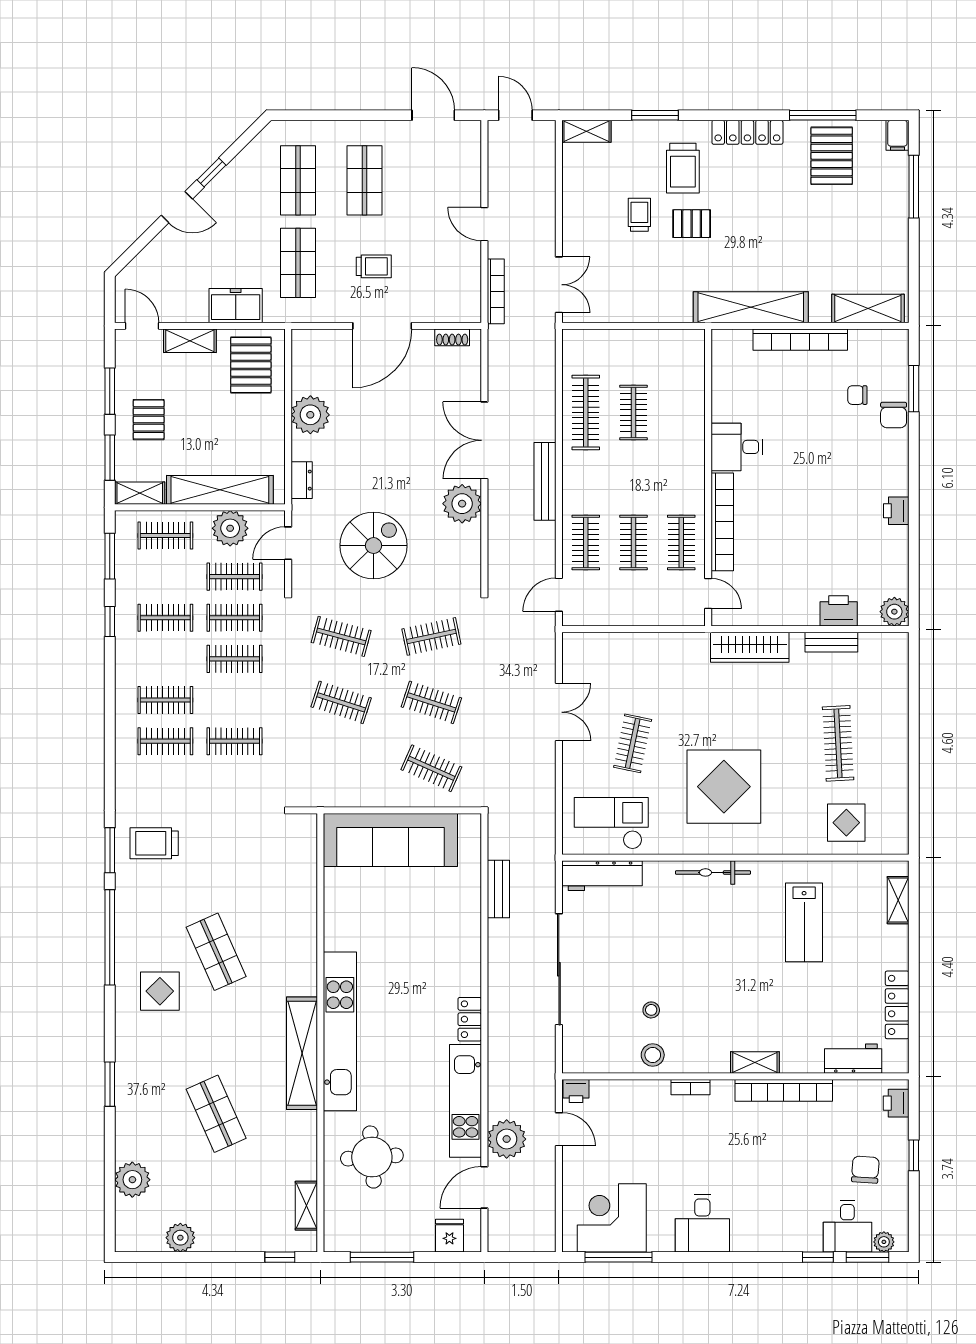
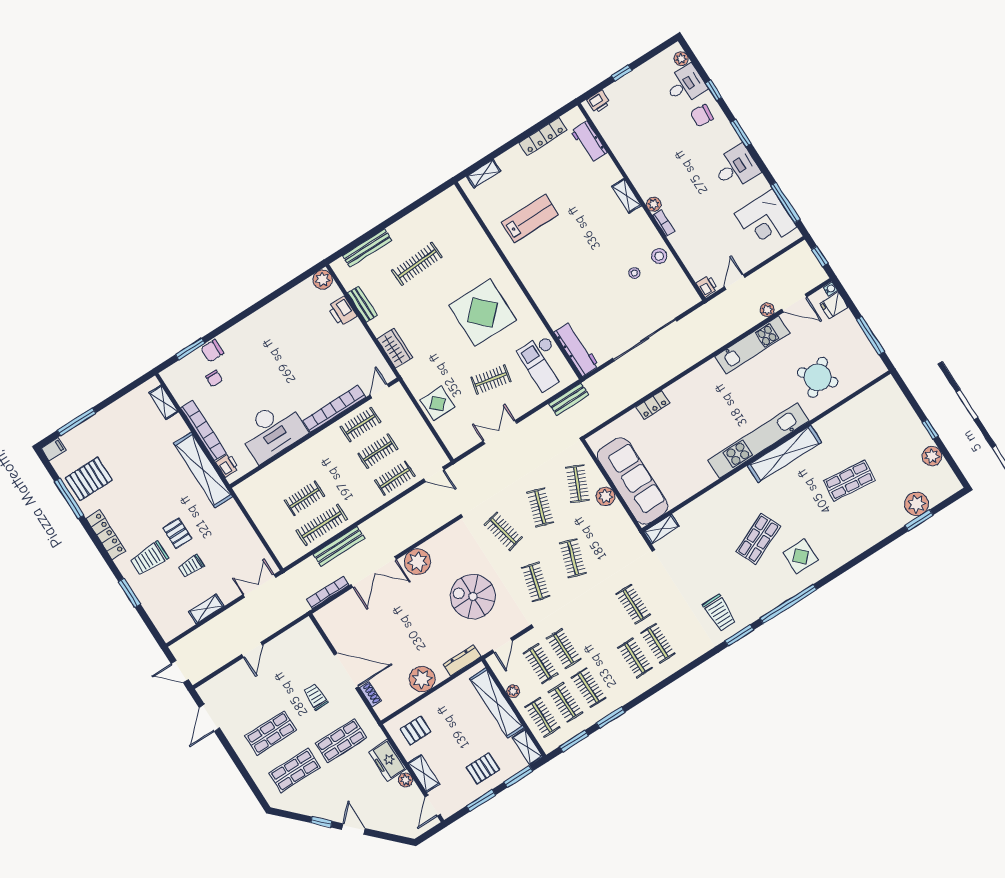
door: (515, 115) -> (180, 672), hinge flipped
shelving: (586, 131) -> (206, 609), moved, turned 90
trolley: (683, 168) -> (149, 558), turned 180
bookcase: (496, 291) -> (328, 592), moved
shelving: (868, 309) -> (164, 402), width x0.67, depth x0.75
plant: (197, 312) -> (405, 780), added
shoe rack: (452, 337) -> (370, 694), moved
pallet: (251, 365) -> (415, 731), width x0.67, depth x0.71
chair: (894, 415) -> (212, 351), turned 180
desk: (737, 447) -> (272, 431), width x1.87, depth x1.30
dresser: (302, 480) -> (462, 661), width x1.44
bench: (545, 481) -> (339, 546), moved
printer: (896, 511) -> (227, 465), moved, turned -90
plant: (230, 528) -> (513, 691), width x0.53, depth x0.53
door: (288, 543) -> (502, 645), hinge flipped
window: (110, 621) -> (611, 718), width x1.50
wardrobe: (750, 647) -> (395, 348), width x0.67
clothes rail: (235, 659) -> (565, 702), moved
bench: (898, 693) -> (367, 248), added
plant: (393, 794) -> (606, 496), added
display table: (846, 823) -> (438, 403), moved
bicycle: (713, 872) -> (535, 288), removed
bench: (498, 889) -> (569, 399), moved
locker: (470, 1019) -> (653, 405), moved
window: (110, 1084) -> (919, 520), moved
plant: (723, 1090) -> (654, 204), added
bookcase: (784, 1090) -> (632, 170), removed
shop shelf: (216, 1114) -> (849, 481), turned 30
plant: (507, 1139) -> (767, 310), width x0.53, depth x0.53
round table: (372, 1157) -> (818, 377), turned -36
chair: (865, 1170) -> (702, 116), moved
shelving: (306, 1206) -> (662, 529), moved
water cooler: (473, 1244) -> (830, 289), added
window: (280, 1257) -> (930, 429), moved
window: (523, 1257) -> (820, 256), added
window: (867, 1257) -> (741, 133), moved

